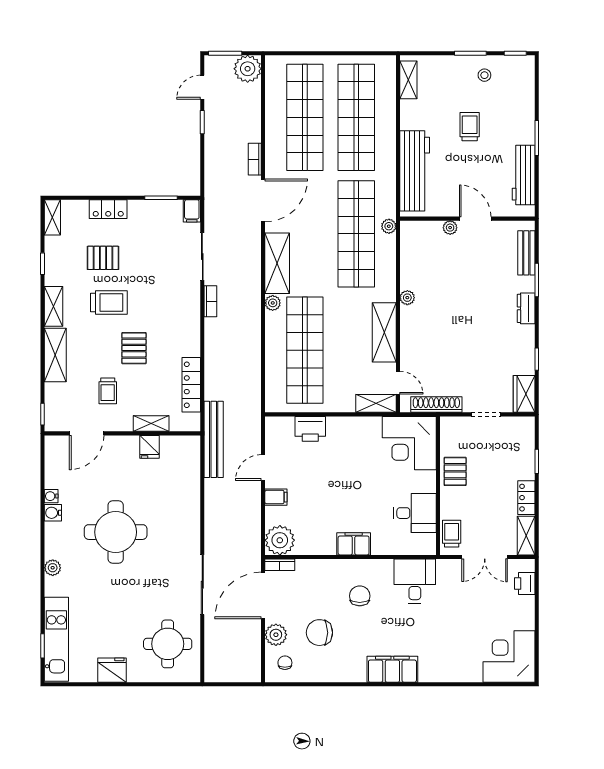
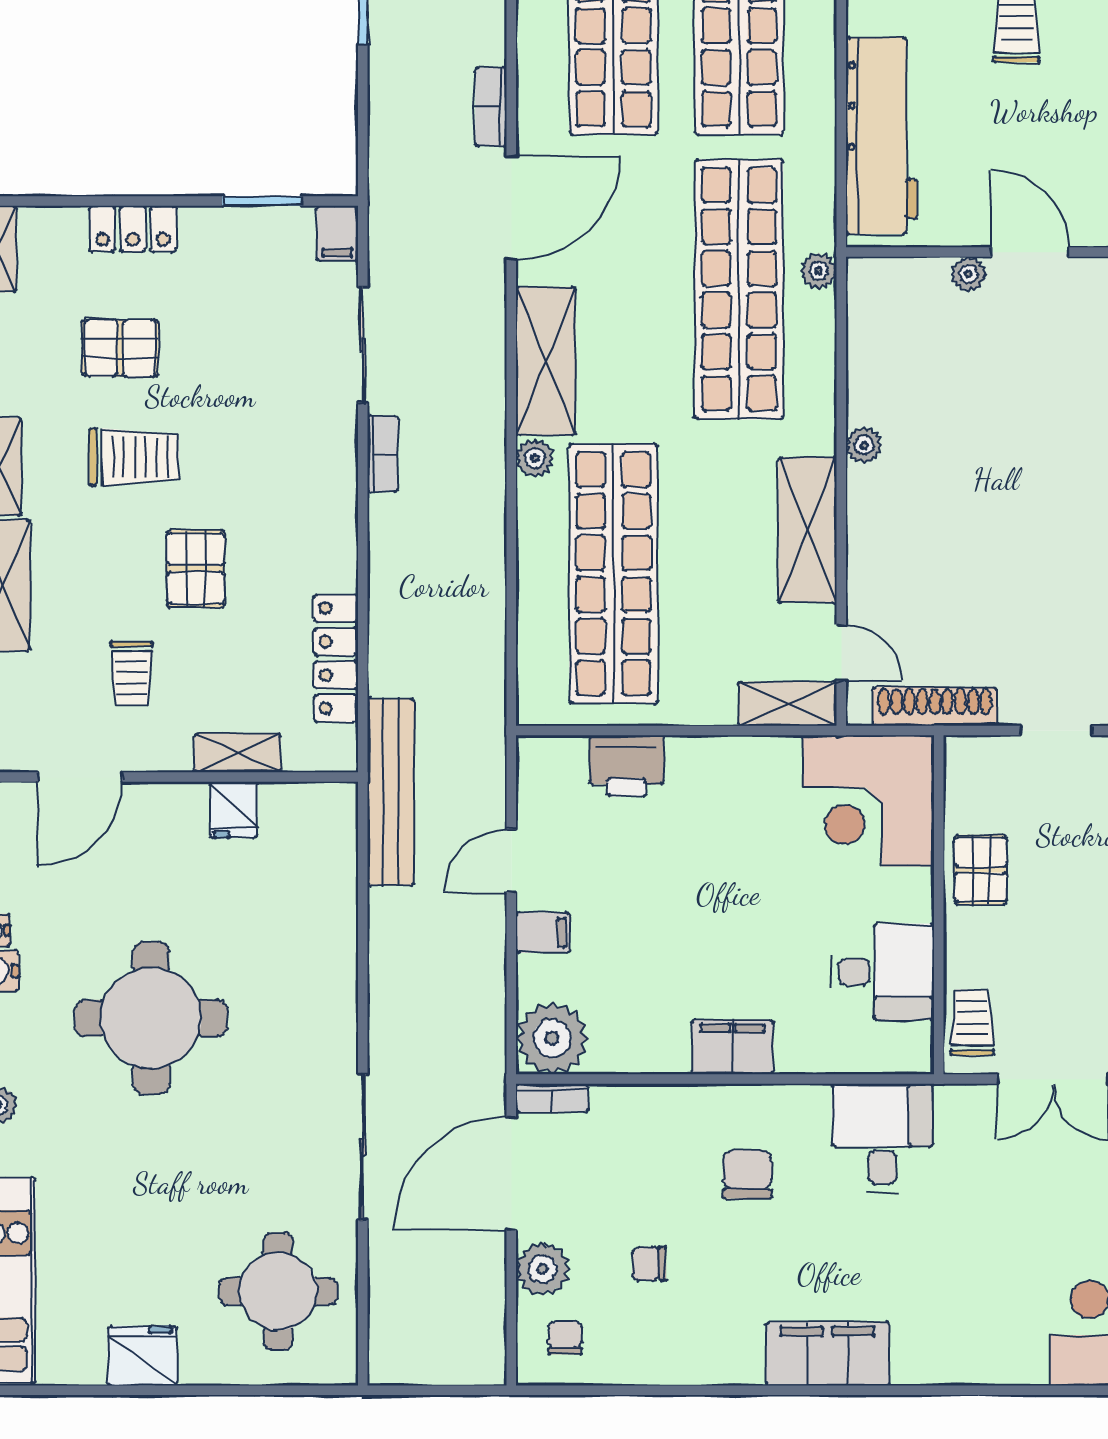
chair: (319, 633) -> (649, 1264), width x0.54, depth x0.54

